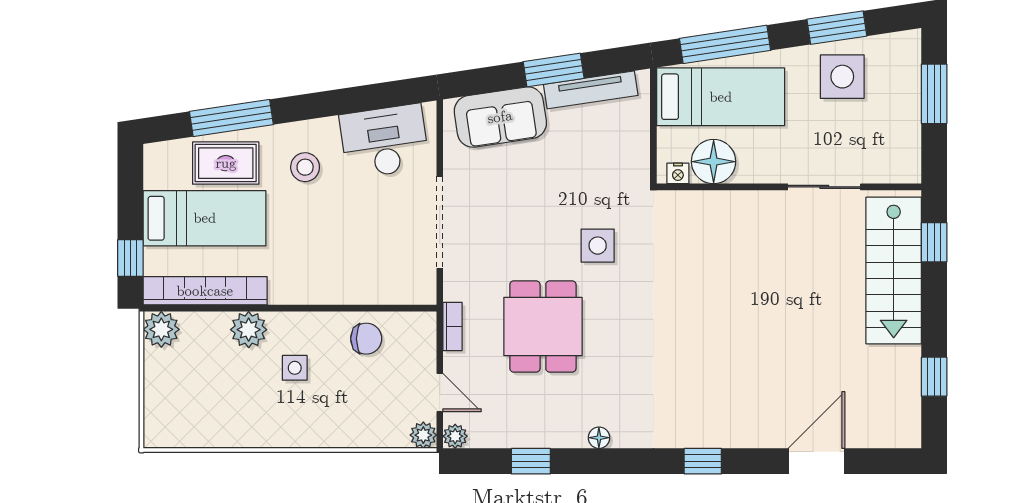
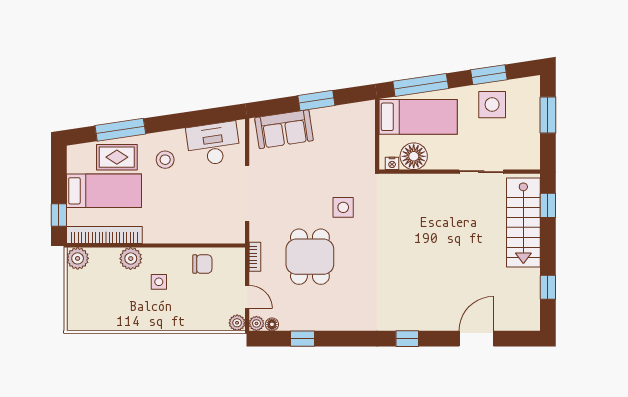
tv unit: (591, 90) -> (339, 113), removed
floor lamp: (599, 438) -> (272, 324), moved

